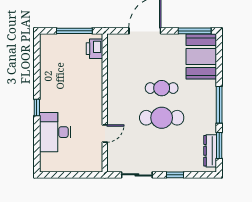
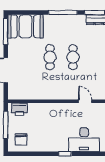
chair: (55, 51) -> (21, 140), added
cafe table: (162, 118) -> (73, 57), width x0.73, depth x0.74

